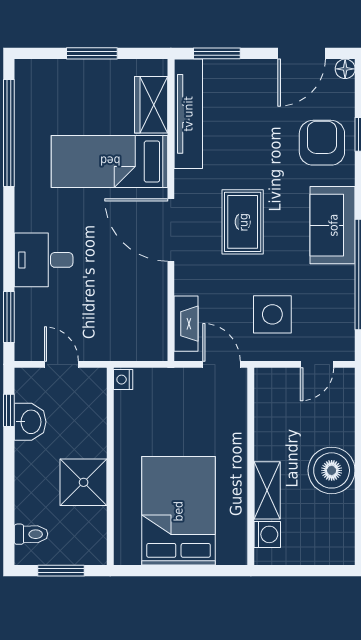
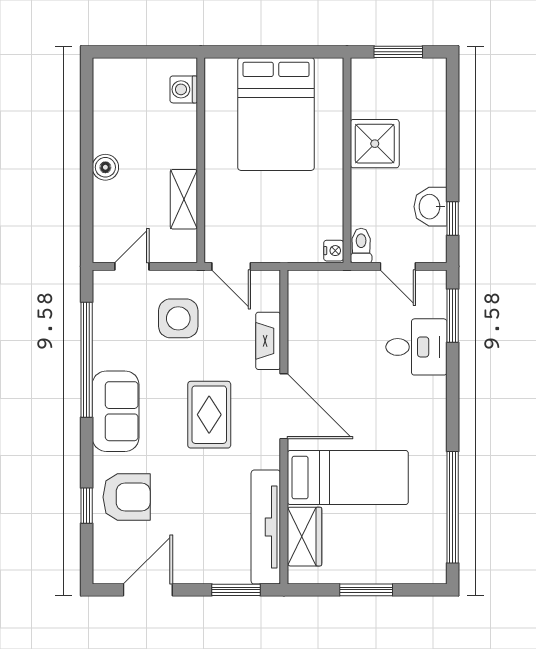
floor lamp: (345, 69) -> (103, 574), removed
armchair: (322, 143) -> (127, 497), turned -90
desk: (44, 260) -> (416, 347), moved
fireplace: (186, 324) -> (268, 341), moved
boiler: (332, 470) -> (105, 167), width x0.54, depth x0.54
shelving: (267, 490) -> (184, 199), moved
toilet: (31, 534) -> (361, 246), moved, turned 90

